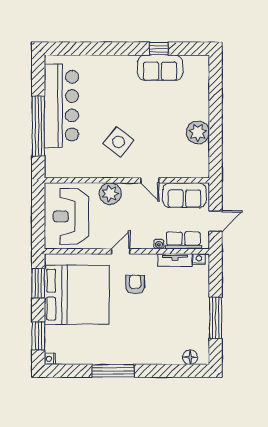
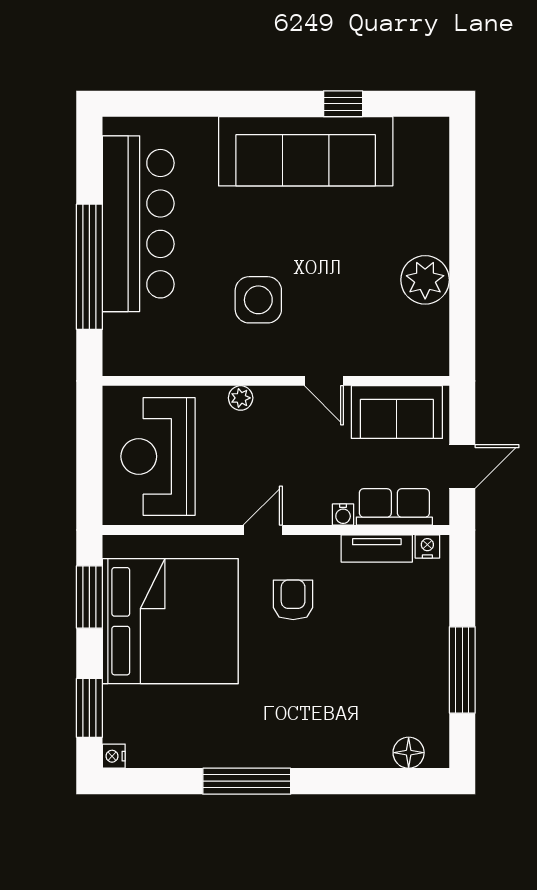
sofa: (160, 68) -> (306, 151), width x1.85, depth x1.27
side table: (119, 142) -> (258, 300), turned -38
plant: (110, 194) -> (241, 398), width x0.53, depth x0.53

